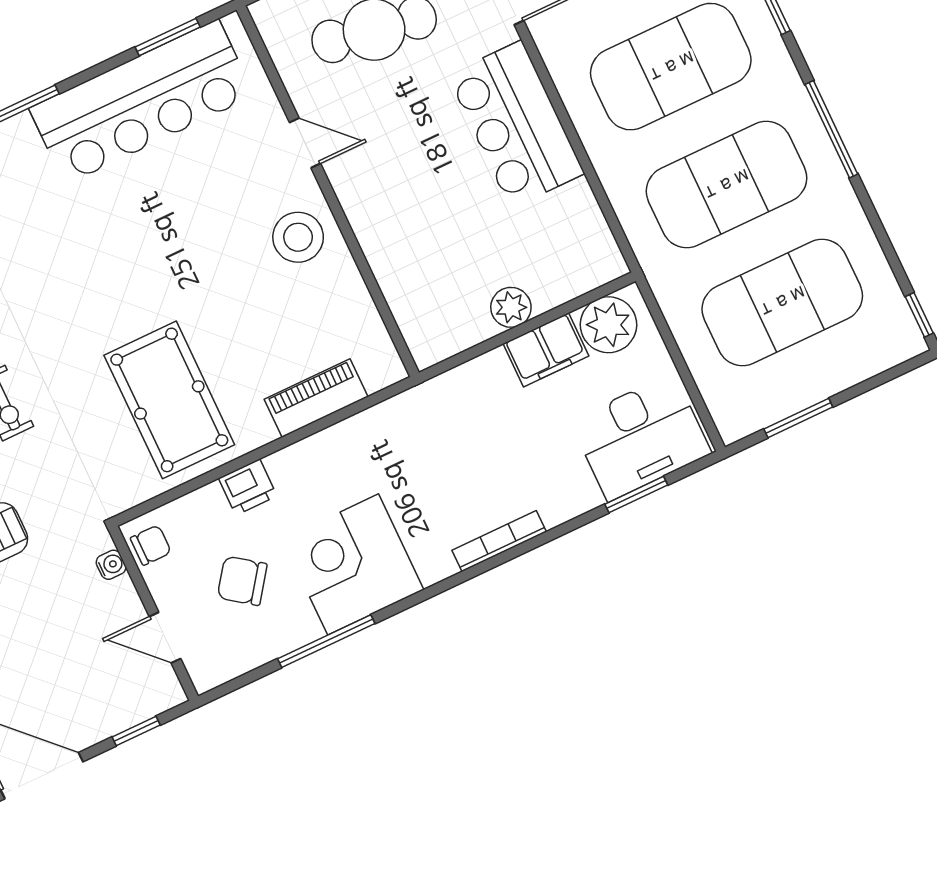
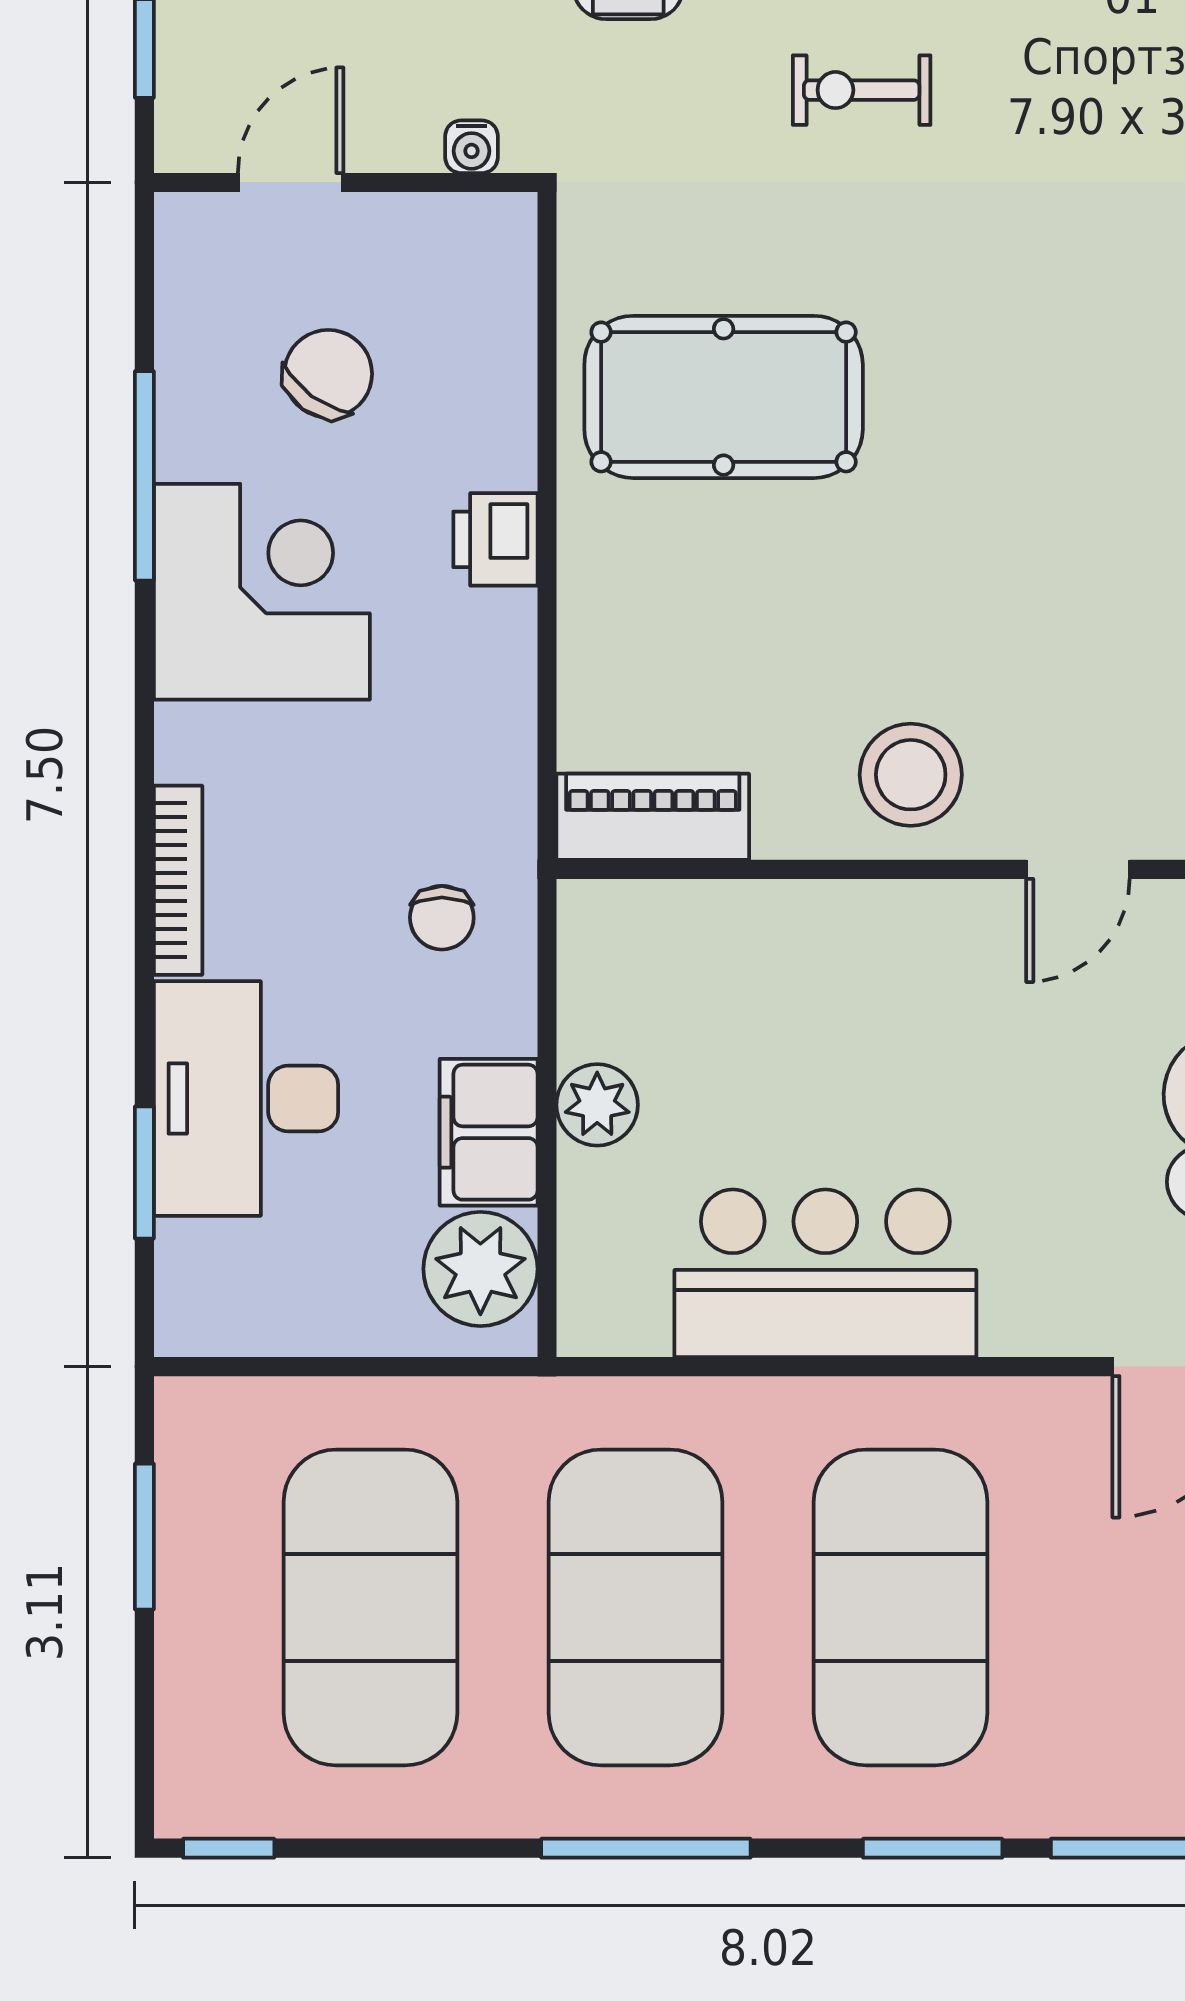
bar counter: (516, 124) -> (825, 1273), moved
piano: (316, 398) -> (653, 817), moved, turned -90
desk: (641, 437) -> (246, 1098), moved
printer: (248, 487) -> (495, 539), moved
chair: (151, 545) -> (442, 918), moved

